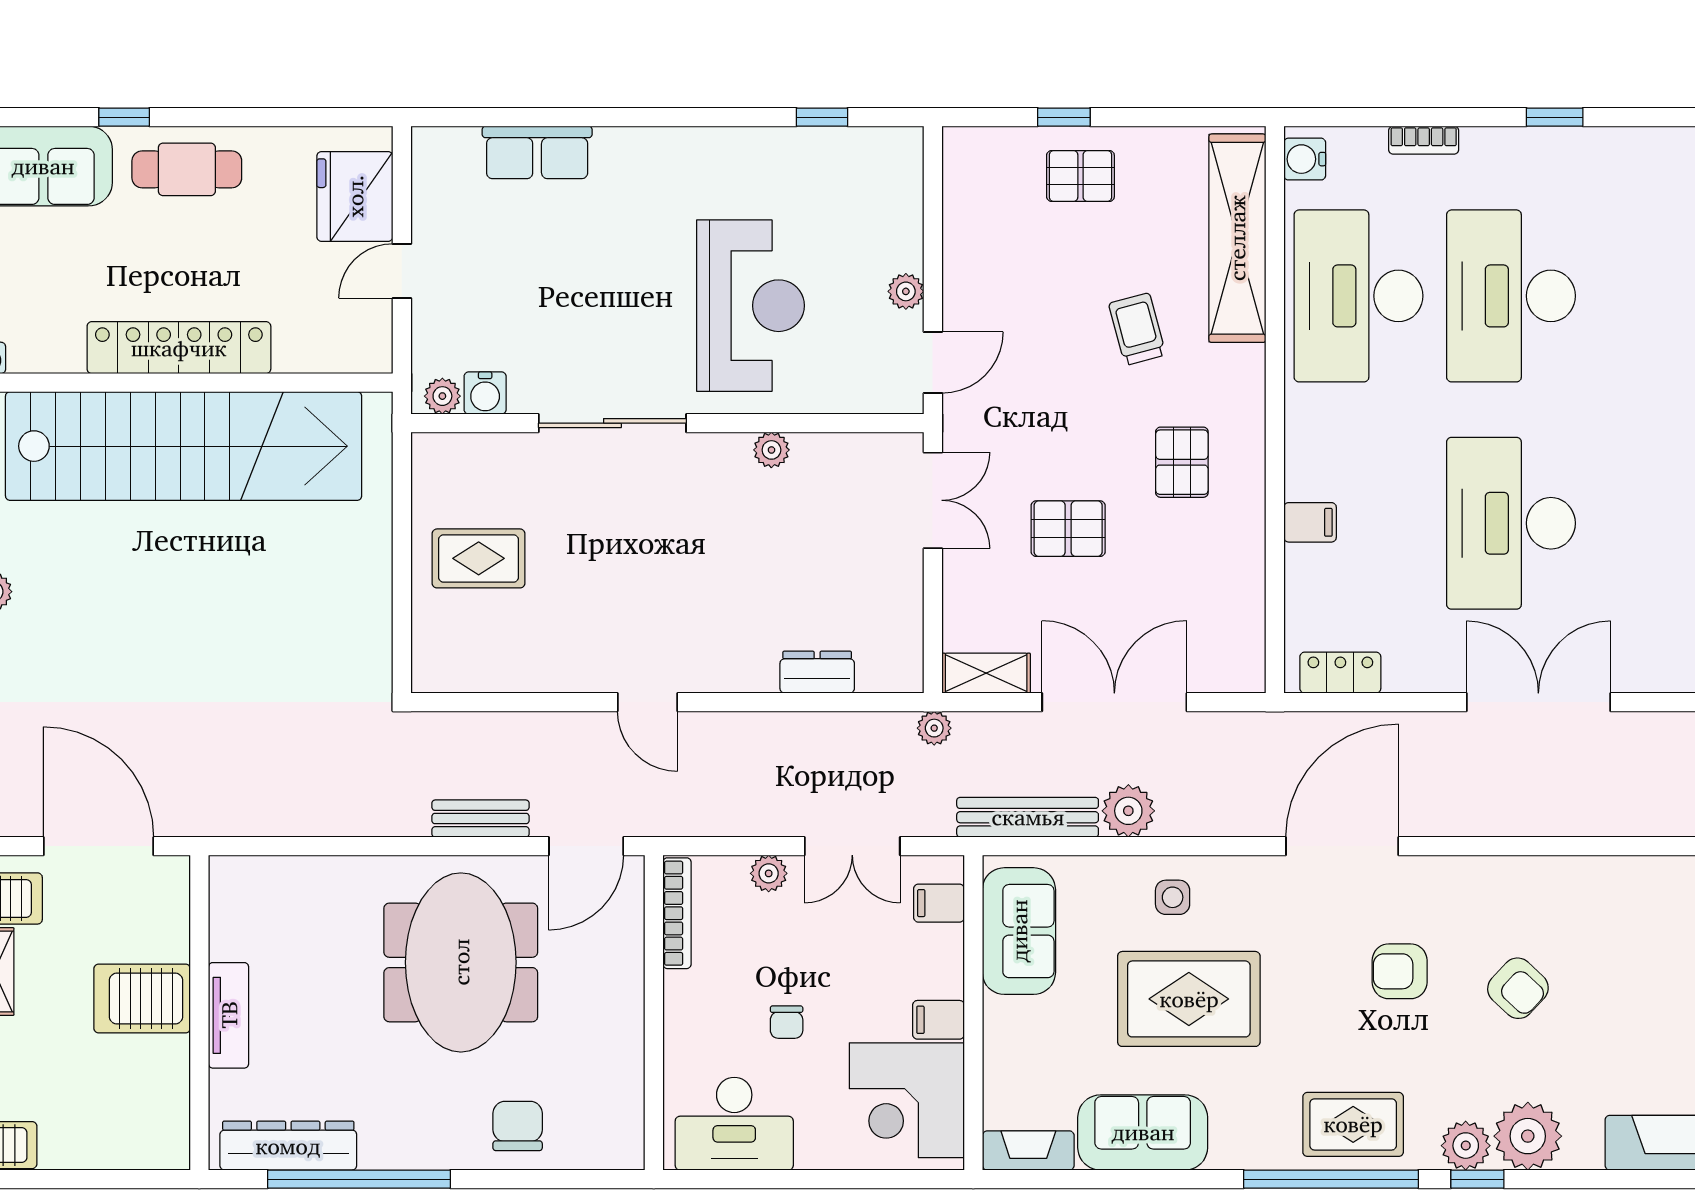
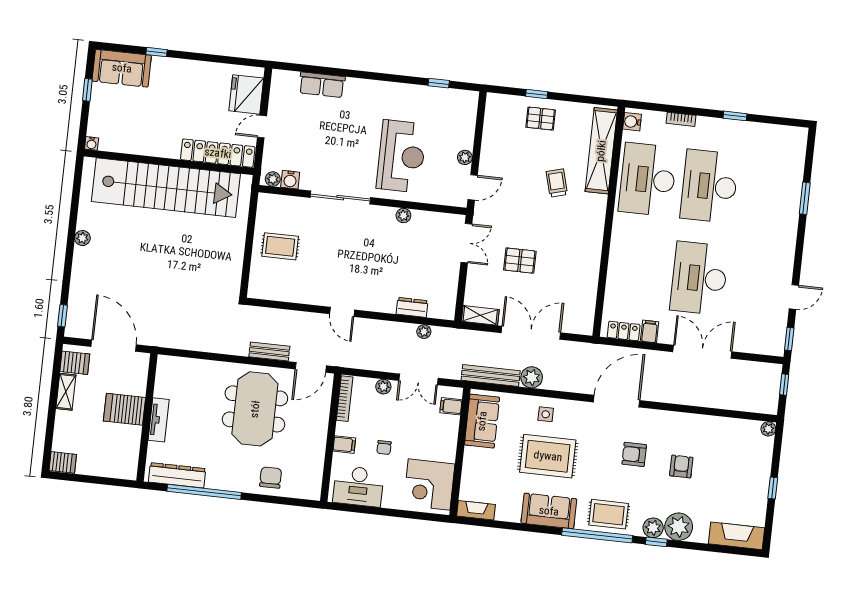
cafe table: (187, 169) -> (180, 76), removed
locker: (179, 348) -> (218, 153), moved
pallet: (1182, 462) -> (569, 239), removed
filing cabinet: (1310, 522) -> (650, 331), moved, turned -90
plant: (934, 728) -> (424, 332), moved
armchair: (1518, 988) -> (681, 466), turned -133
filing cabinet: (938, 1020) -> (344, 445), moved, turned 180
sofa: (1143, 1132) -> (549, 511), moved

